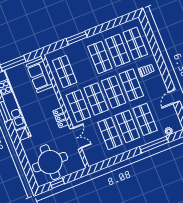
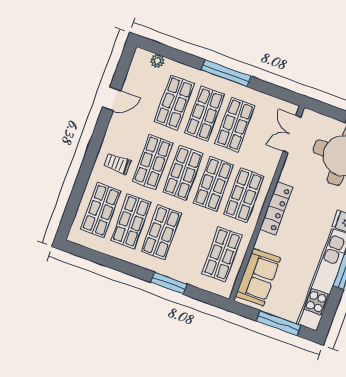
locker: (61, 118) -> (276, 208), width x1.53
double door: (76, 138) -> (292, 134), moved
window: (154, 145) -> (226, 73), moved

